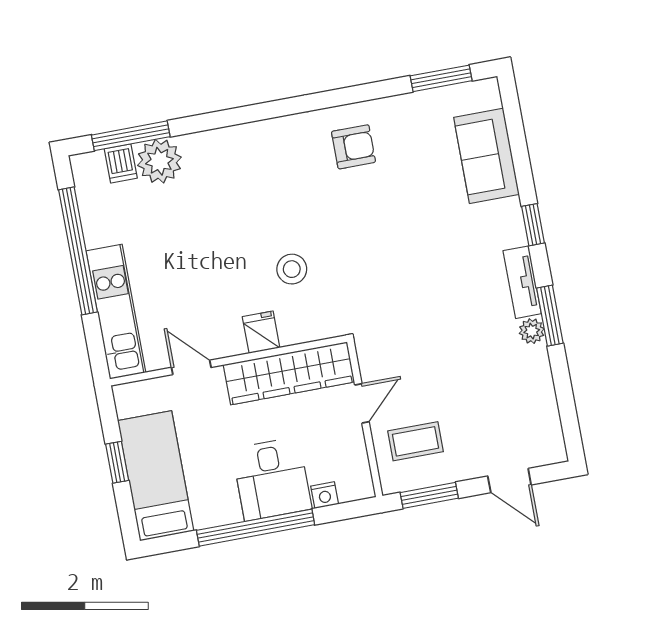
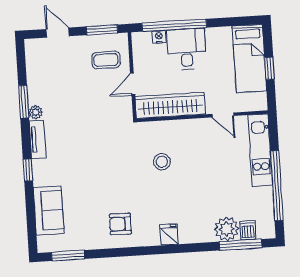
window: (550, 316) -> (24, 102), moved
fridge: (261, 332) -> (169, 235), moved, turned 180
window: (256, 528) -> (174, 25), moved

